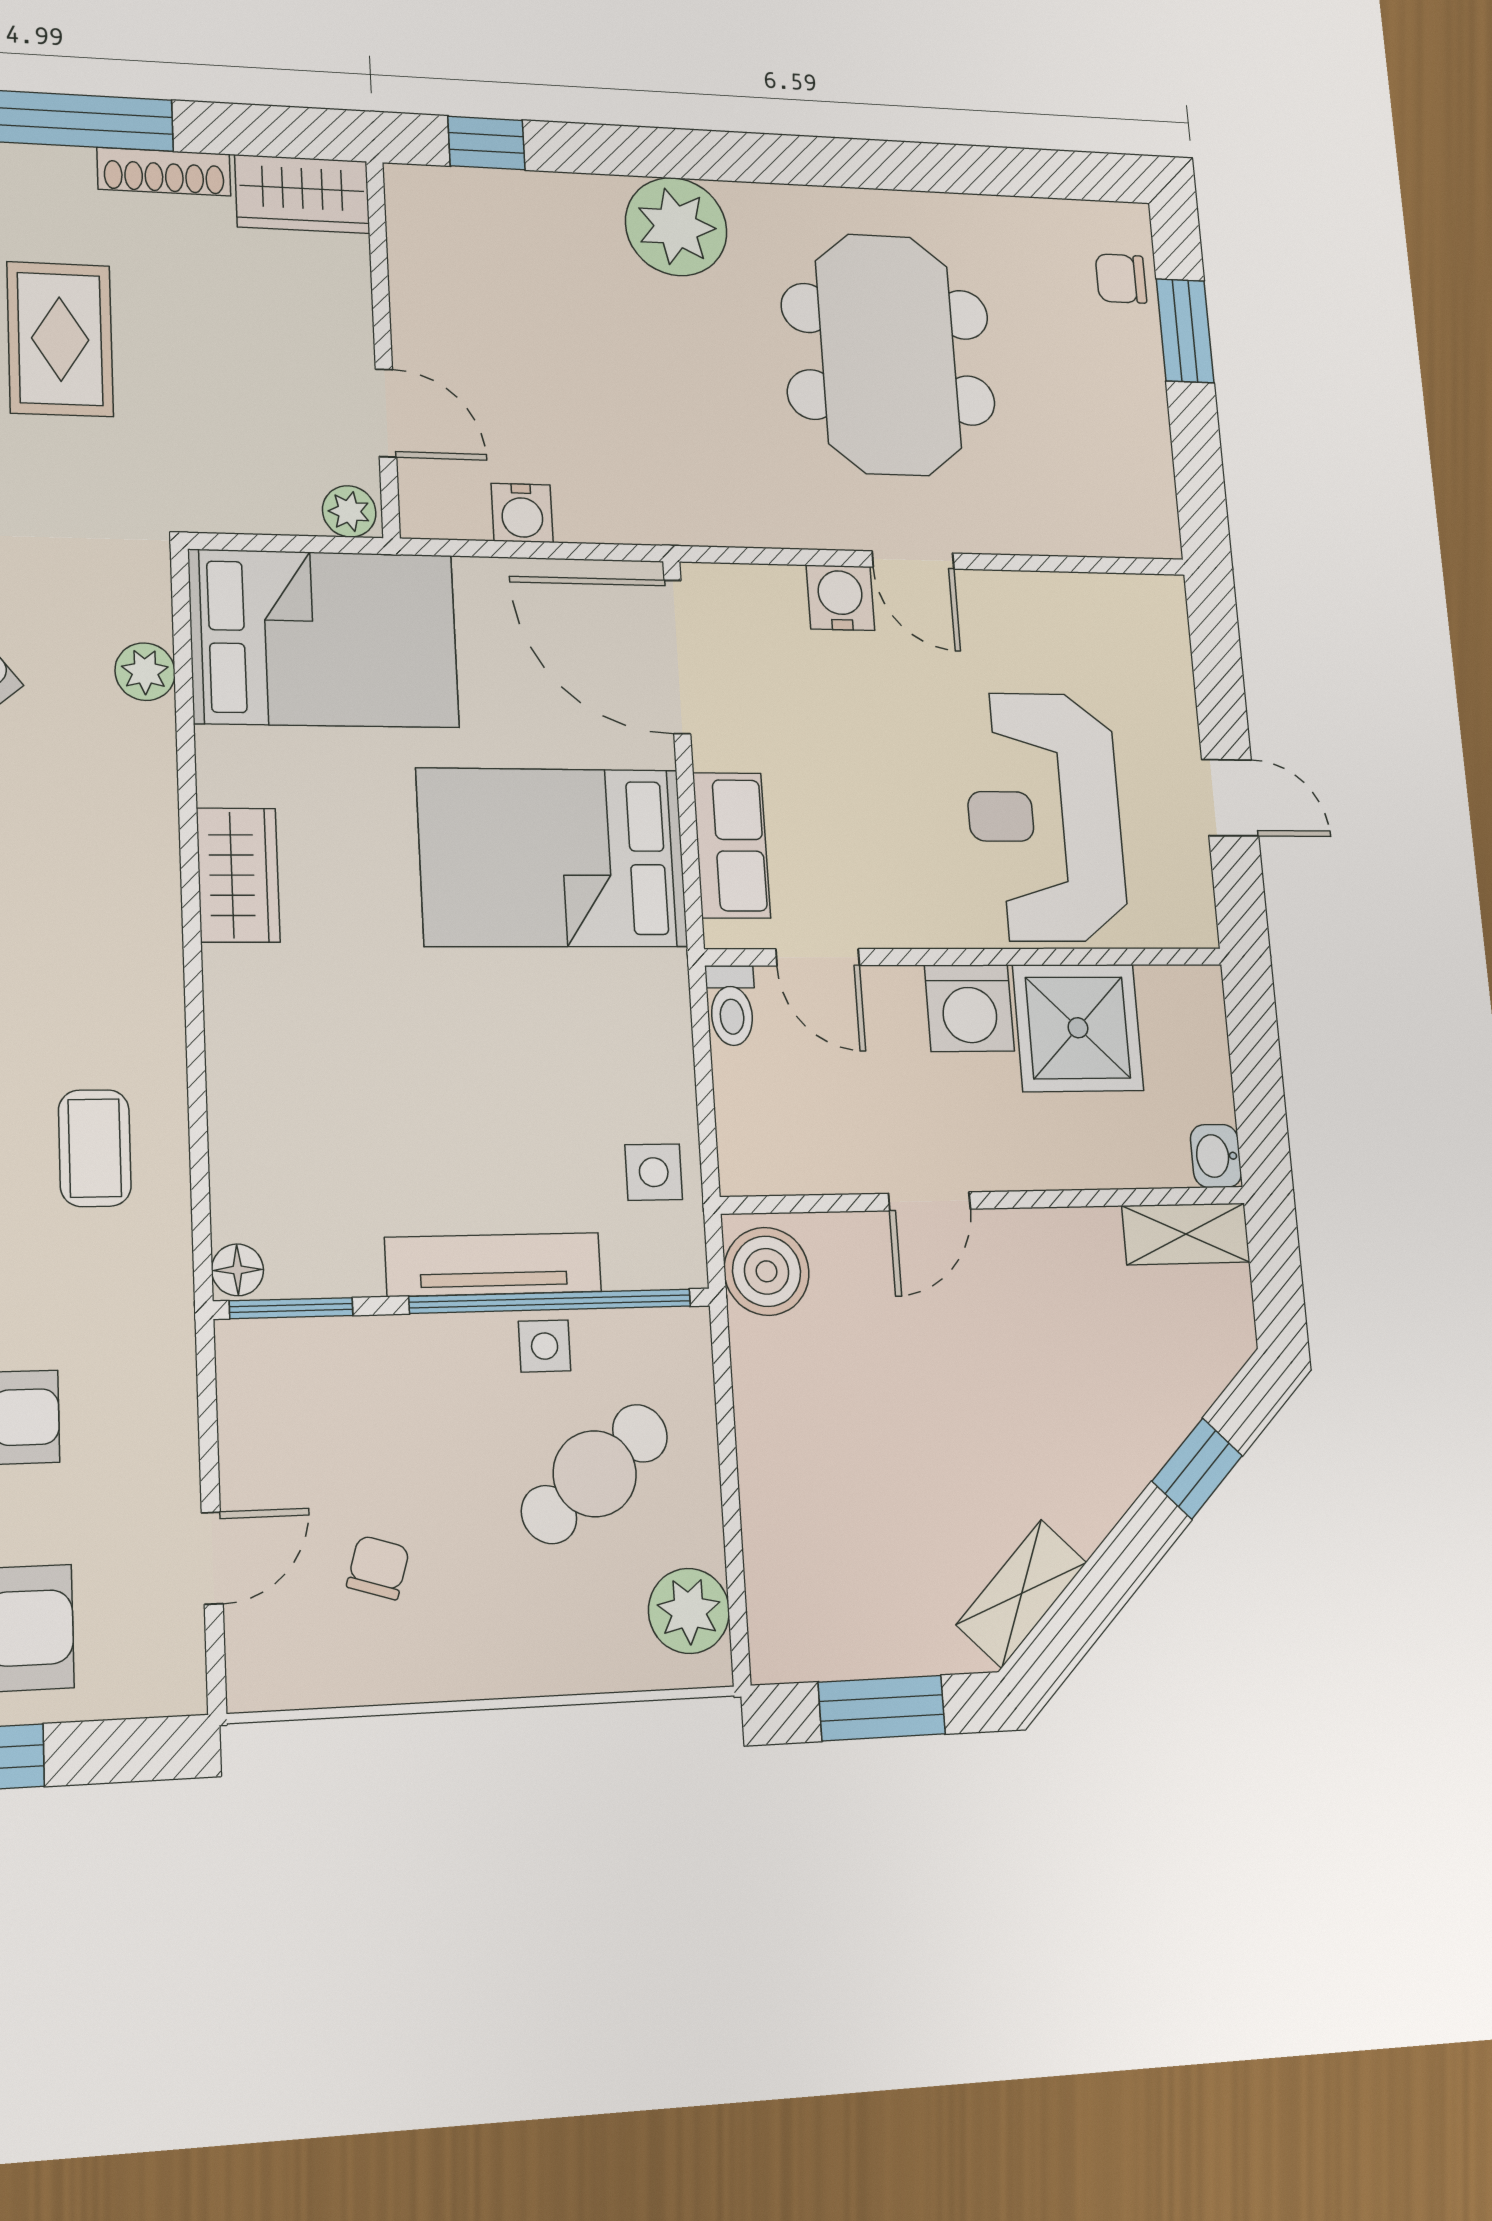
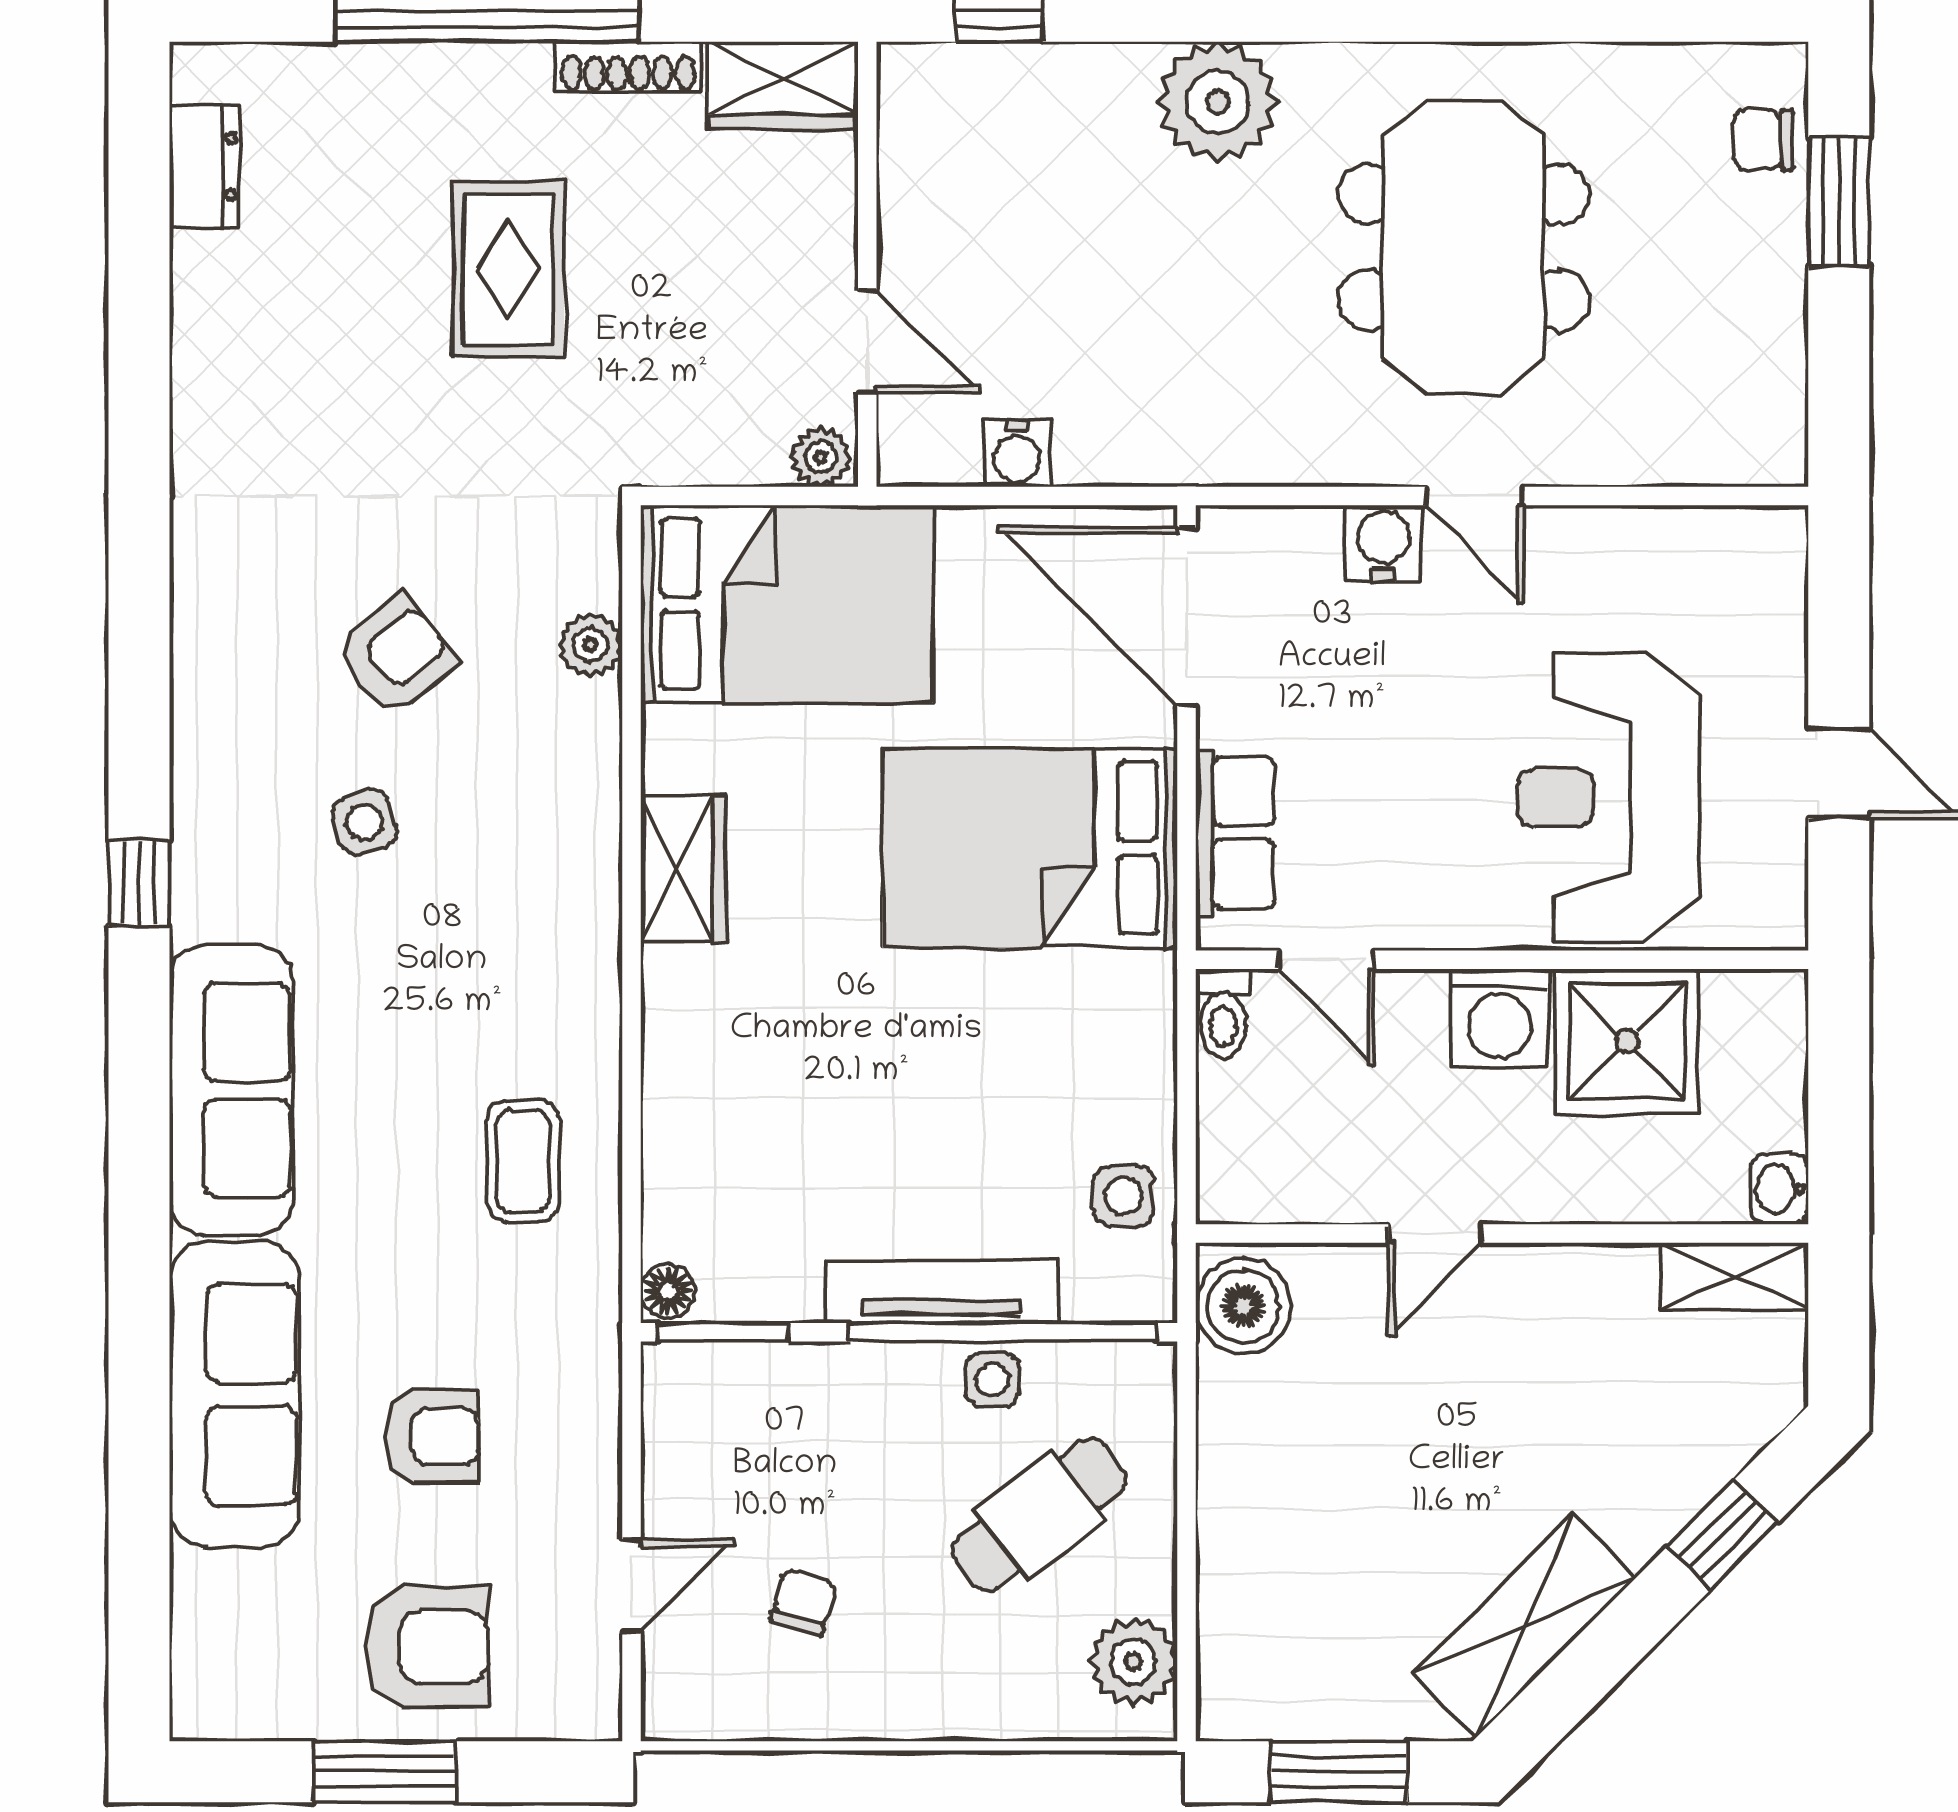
shelving: (1021, 1593) -> (1525, 1625), width x1.50, depth x1.33

